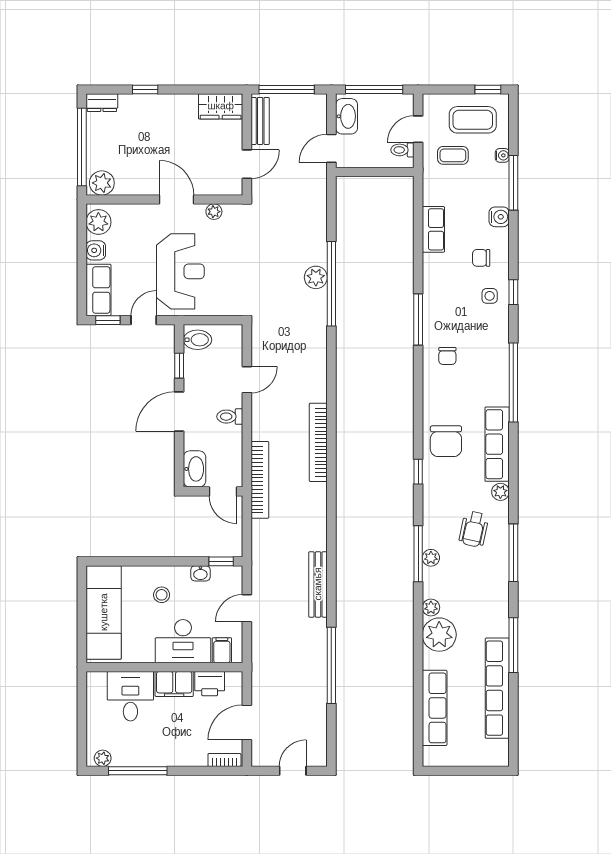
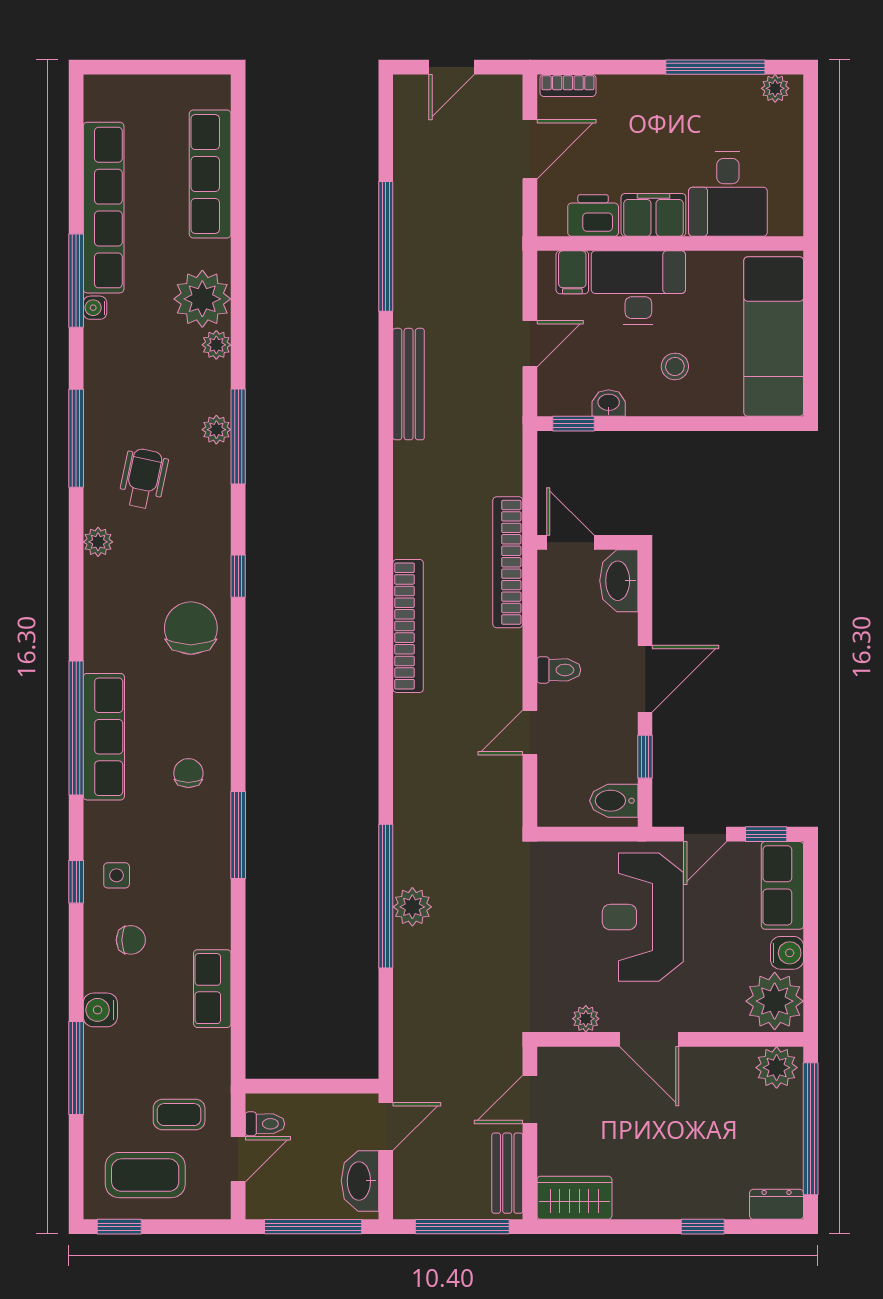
water cooler: (502, 155) -> (95, 308), moved
plant: (98, 222) -> (775, 1001), width x1.36, depth x1.36
row of seats: (497, 444) -> (104, 737), moved

